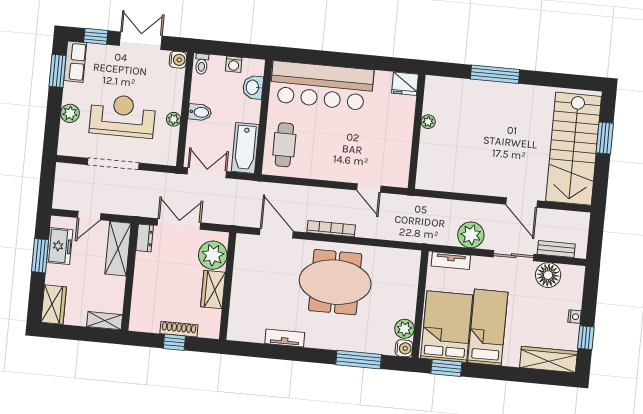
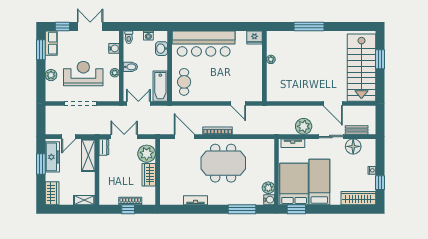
water cooler: (178, 60) -> (114, 48), moved
freezer: (60, 246) -> (52, 157), width x1.40

